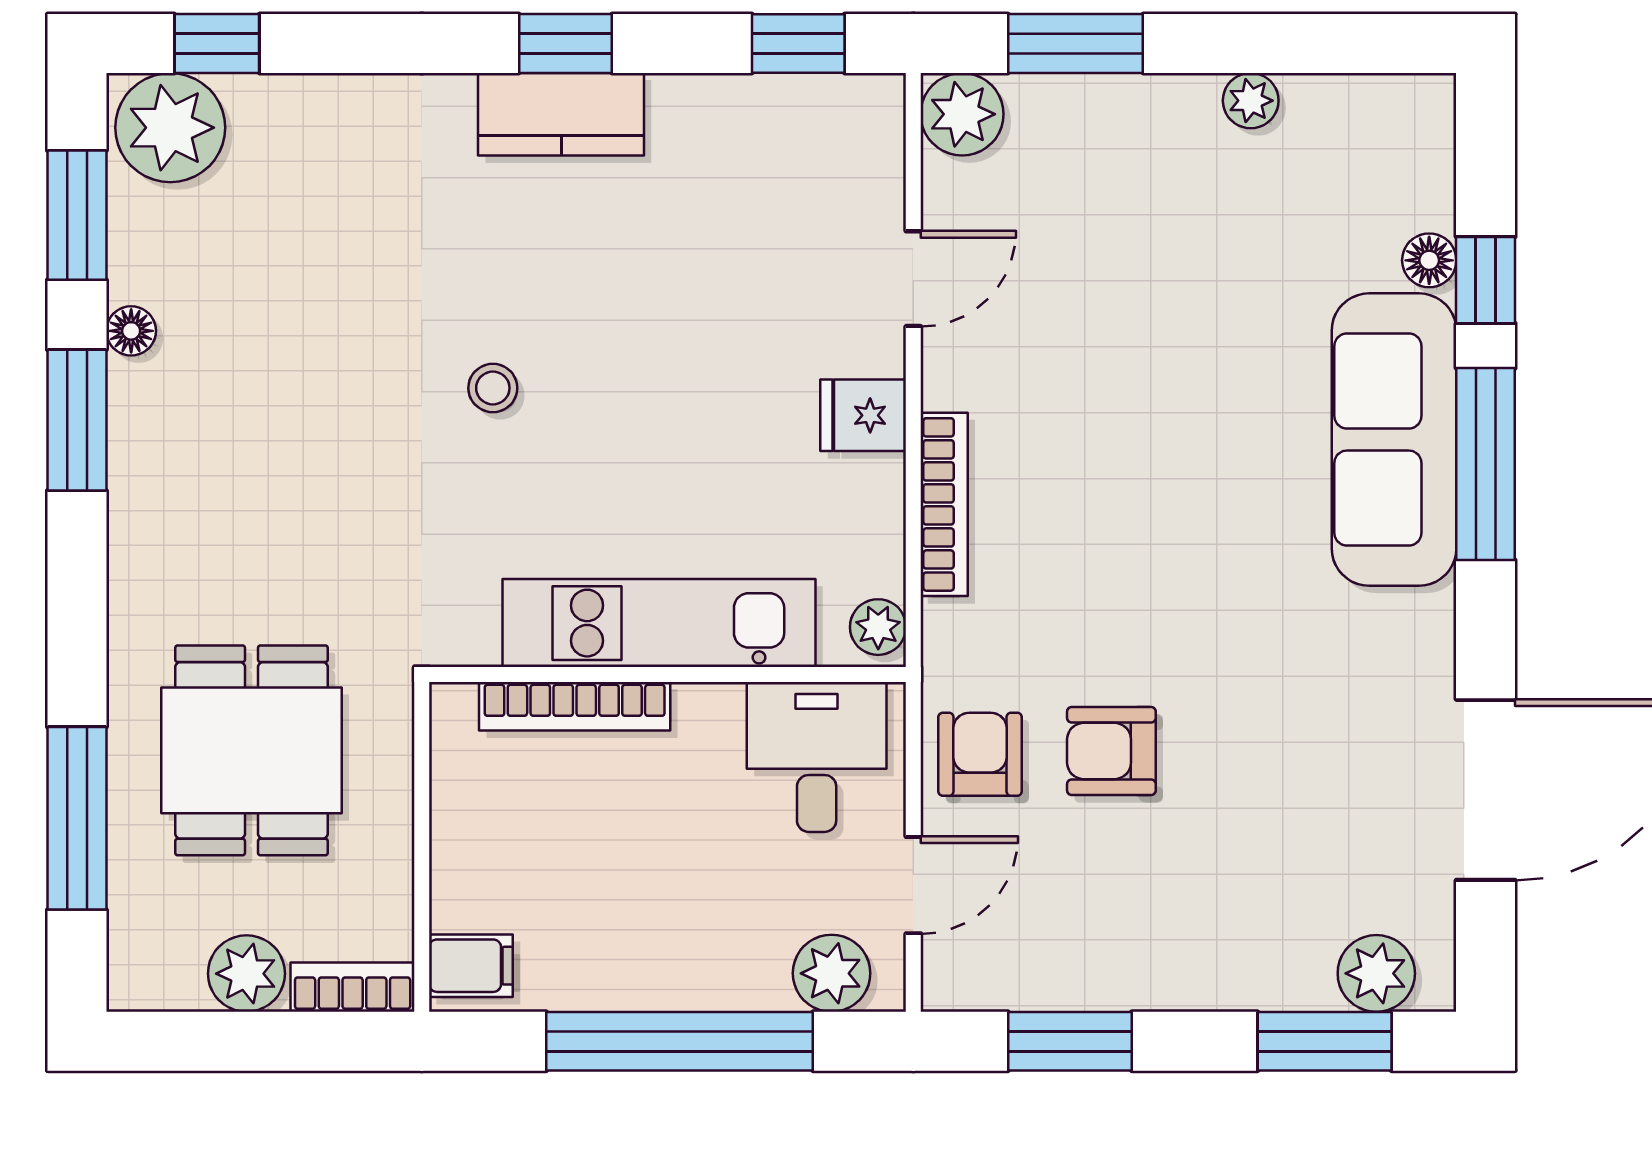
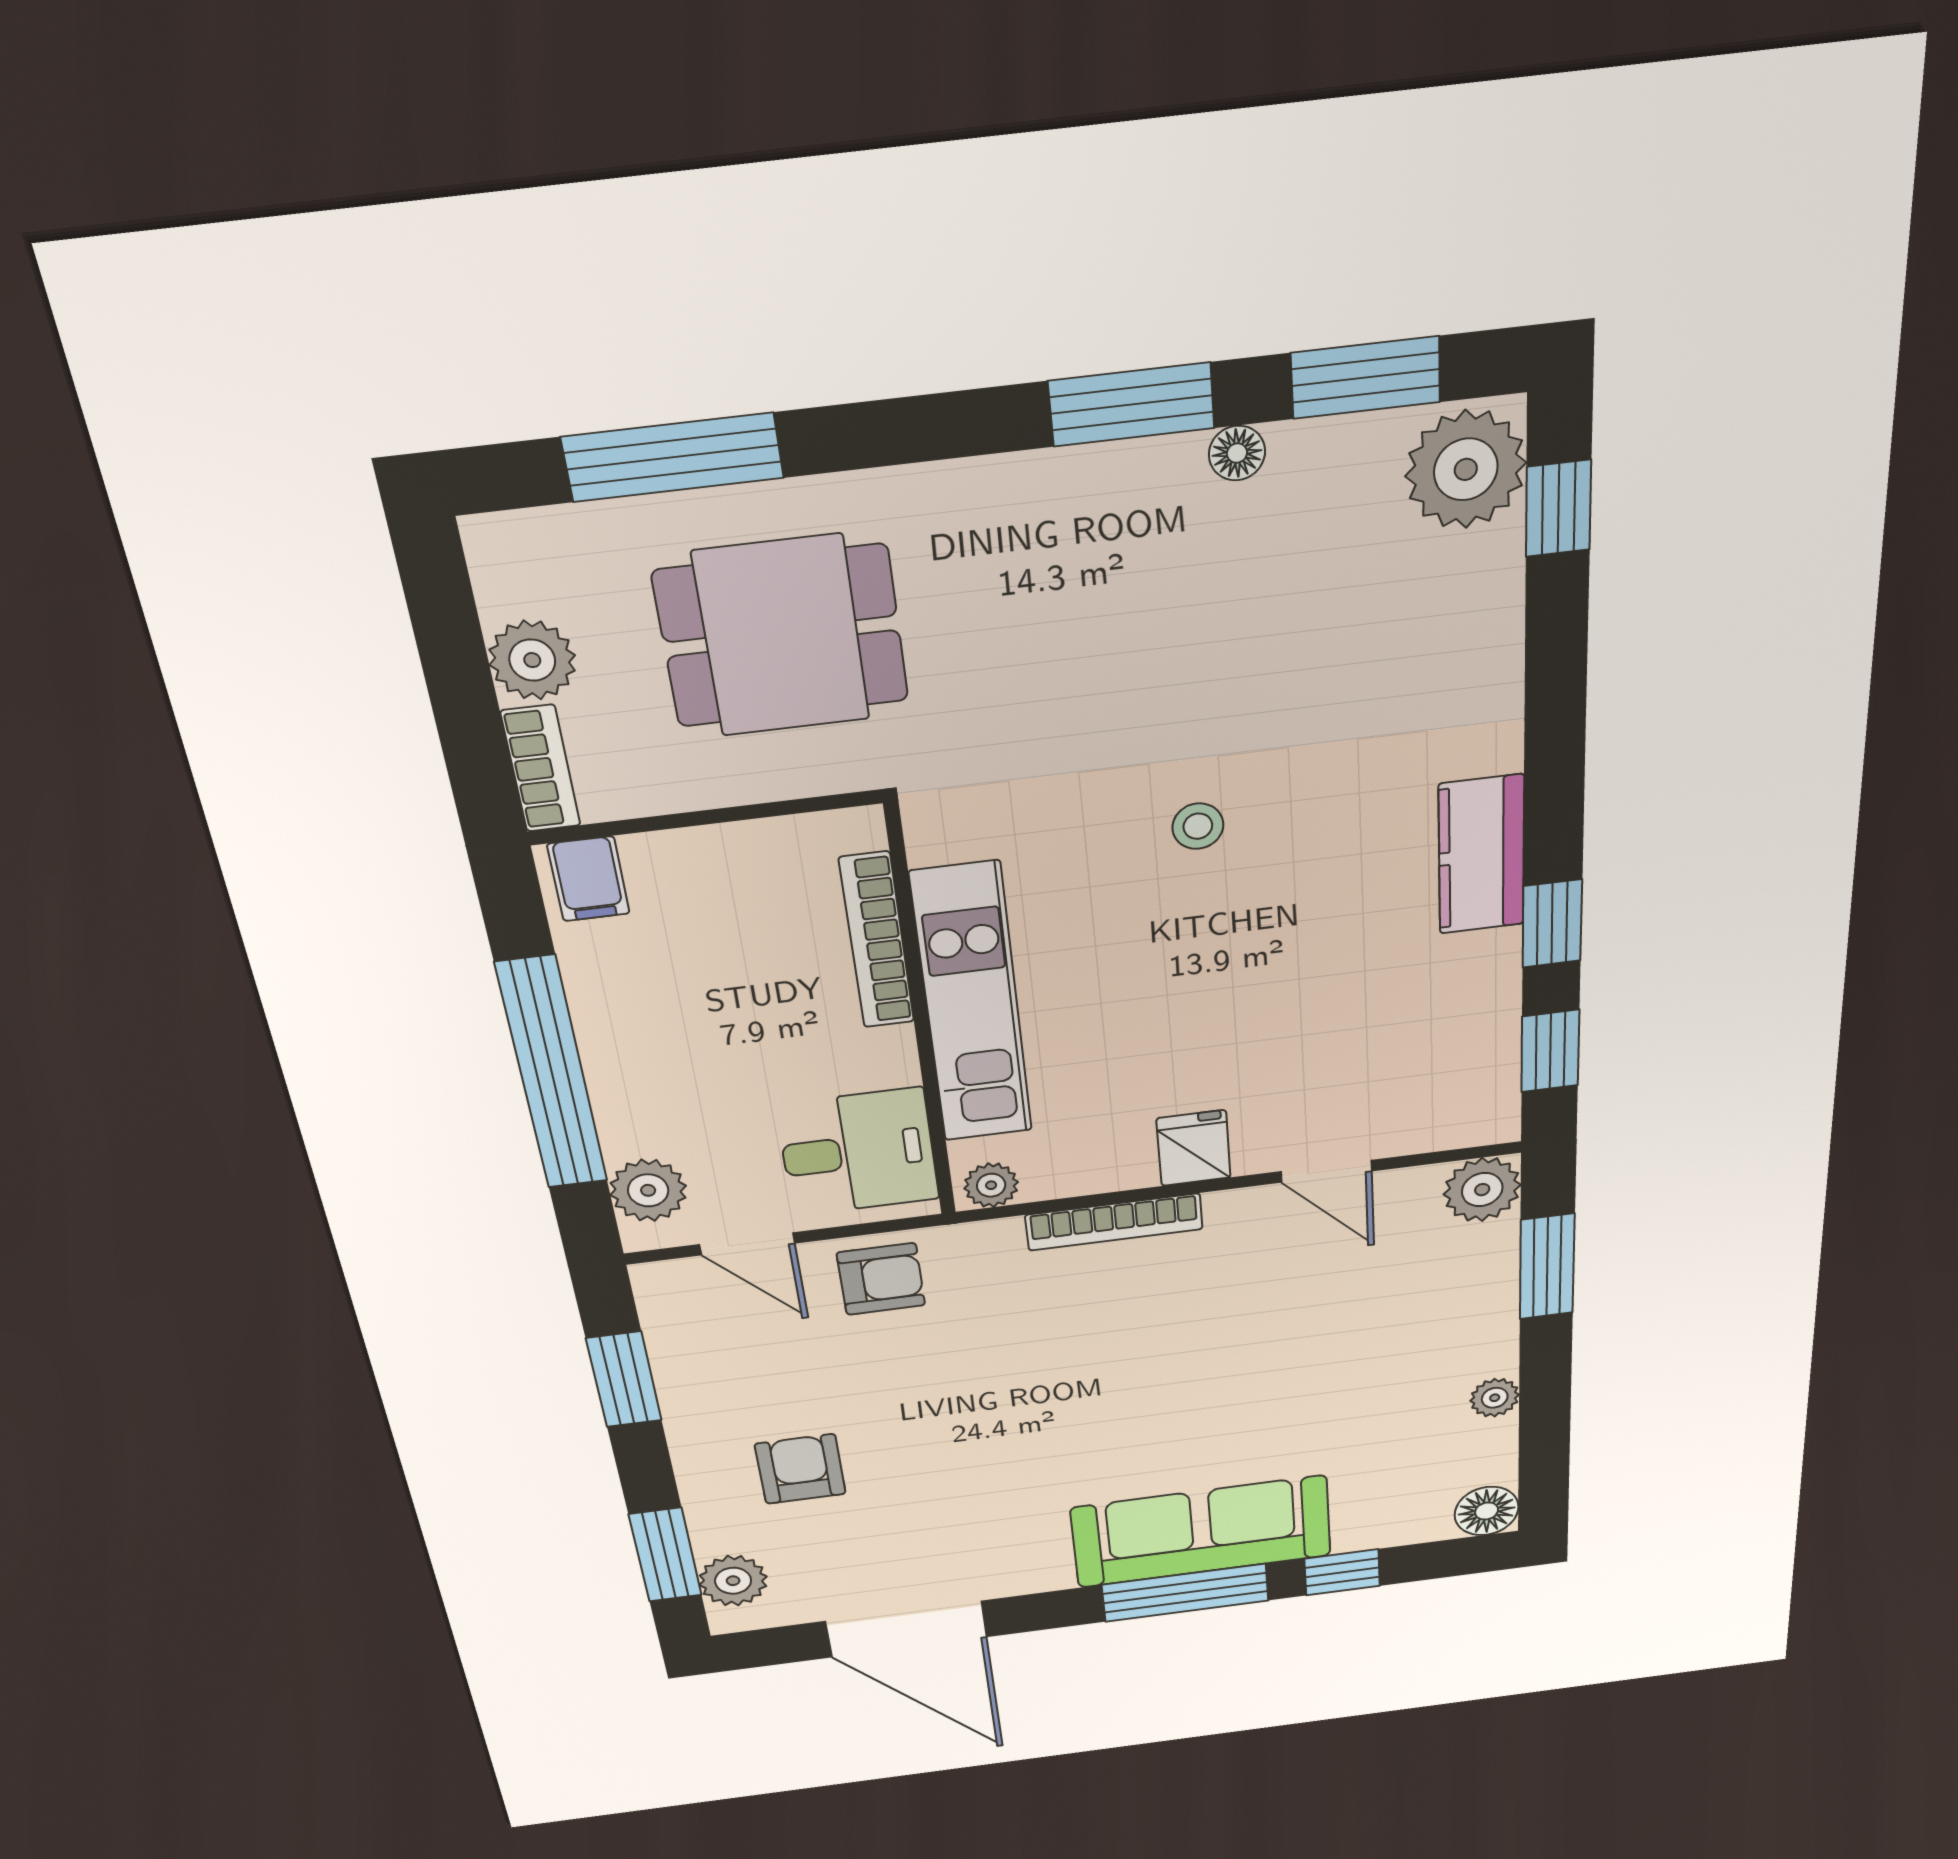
window: (565, 43) -> (1552, 924), moved
floor lamp: (1429, 260) -> (1487, 1511), moved, width x1.37, depth x1.37
armchair: (1111, 751) -> (800, 1469), moved

